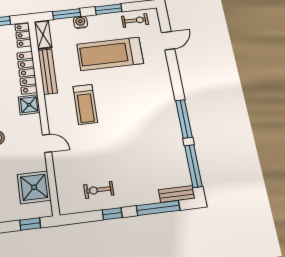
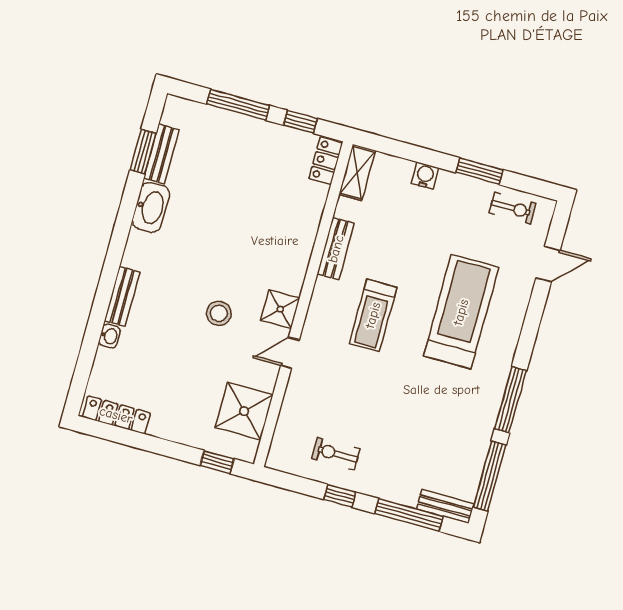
window: (67, 14) -> (409, 152), removed
treadmill: (110, 54) -> (461, 312), moved, turned 90
bench: (48, 72) -> (336, 249), width x0.73
locker: (27, 73) -> (306, 227), removed
shower: (29, 105) -> (280, 309), moved
door: (47, 143) -> (290, 353), swing flipped

